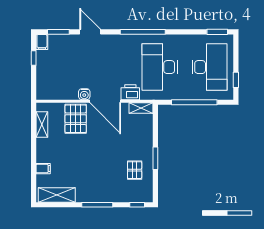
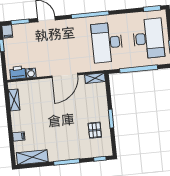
printer: (130, 92) -> (18, 73), moved
water cooler: (84, 94) -> (31, 73), moved
door: (105, 101) -> (65, 75), hinge flipped
pallet: (76, 119) -> (42, 92), removed

